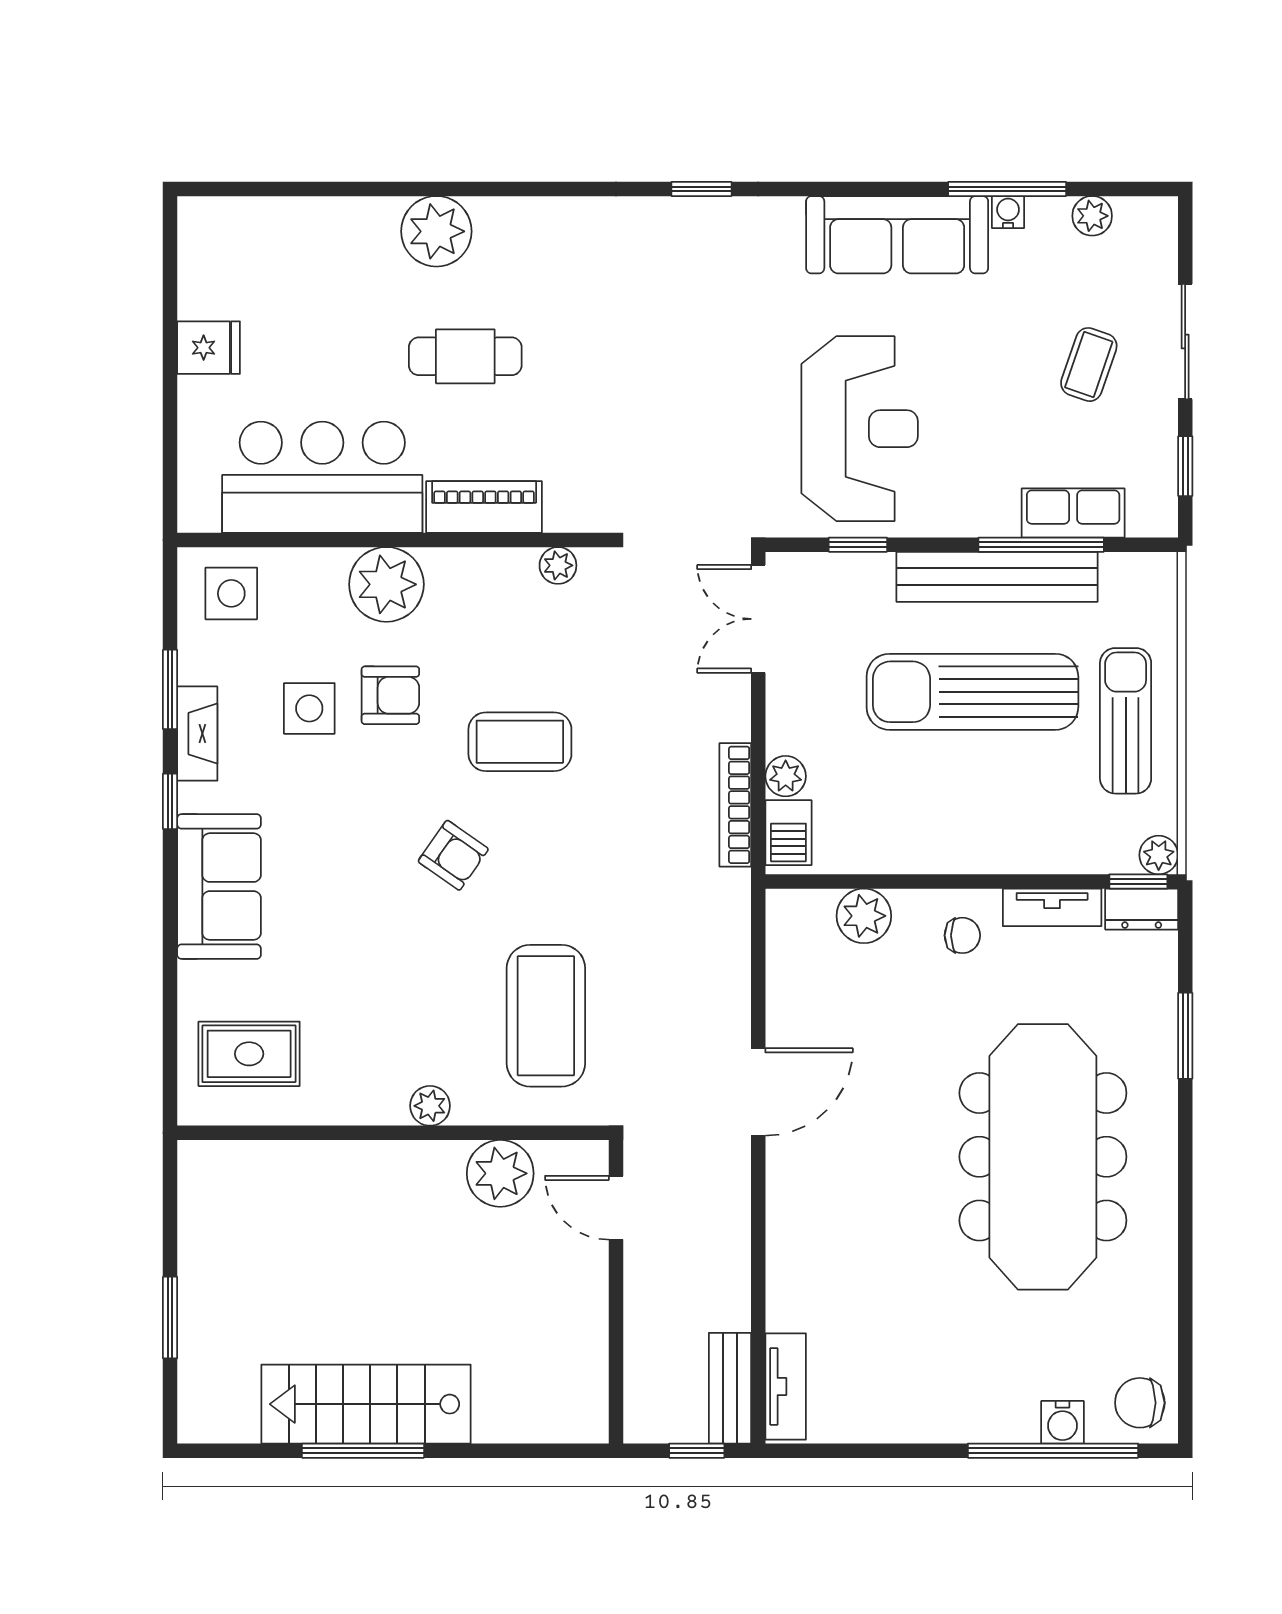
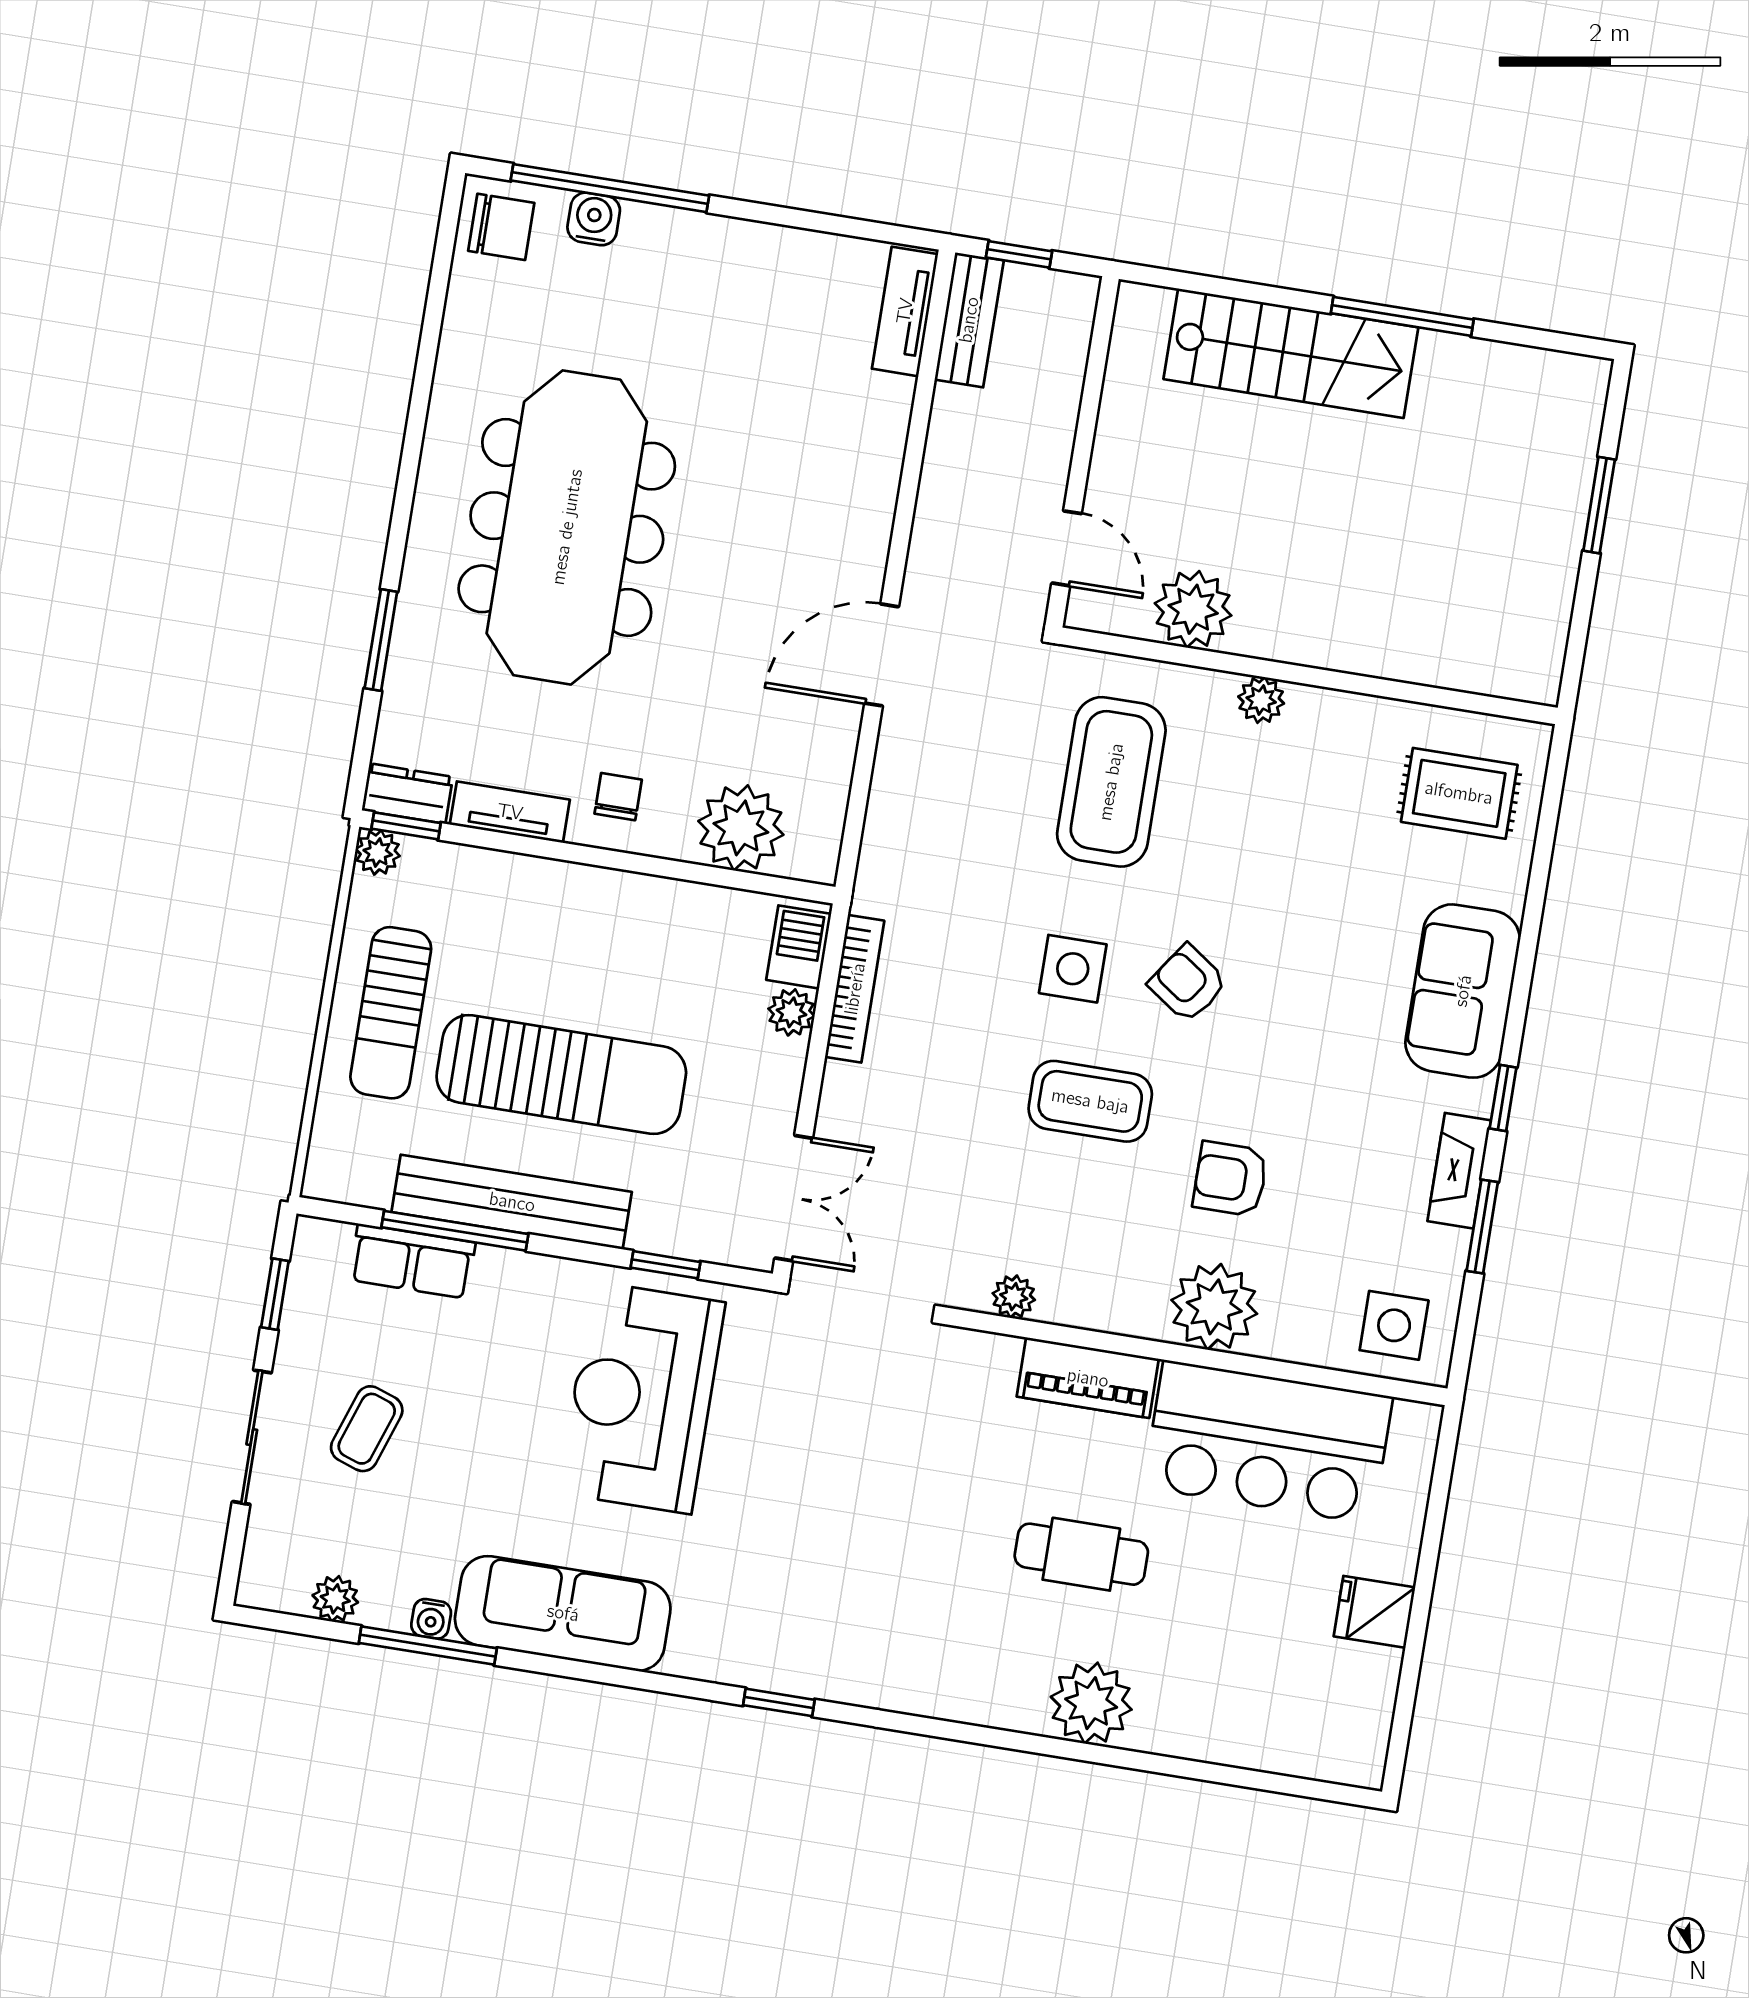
side table: (309, 708) -> (1073, 969), moved
plant: (864, 916) -> (741, 828), width x1.36, depth x1.36
chair: (962, 935) -> (618, 797), turned 90
stairs: (366, 1404) -> (1291, 353), moved

